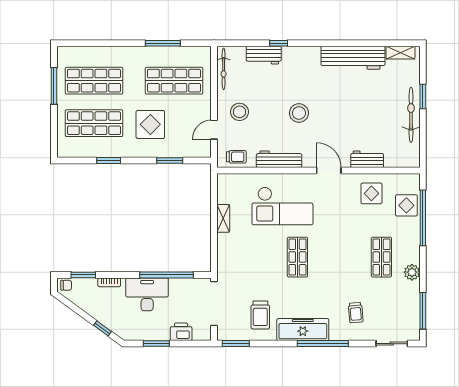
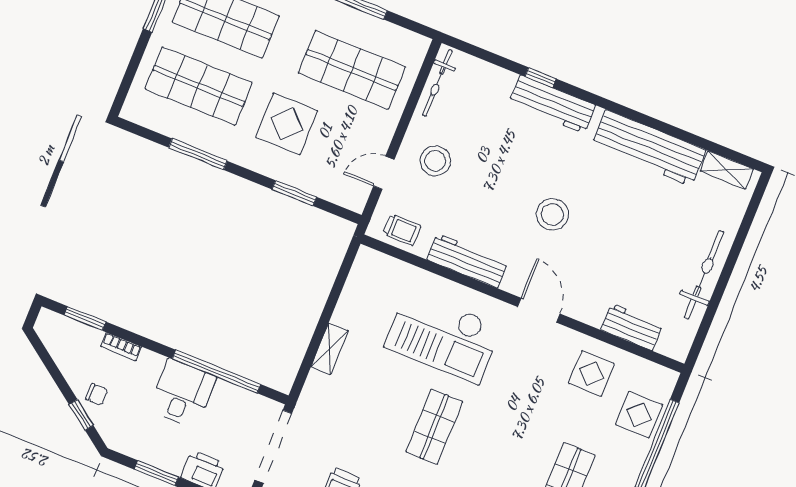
workbench: (264, 55) -> (552, 104), moved, width x1.38
window: (423, 96) -> (734, 253), removed
stool: (299, 113) -> (553, 214), moved
workbench: (367, 159) -> (632, 327), moved
window: (109, 161) -> (198, 154), width x1.44
shelving: (223, 218) -> (330, 349), moved
chair: (66, 285) -> (97, 395), moved
desk: (147, 294) -> (182, 393), width x0.73

